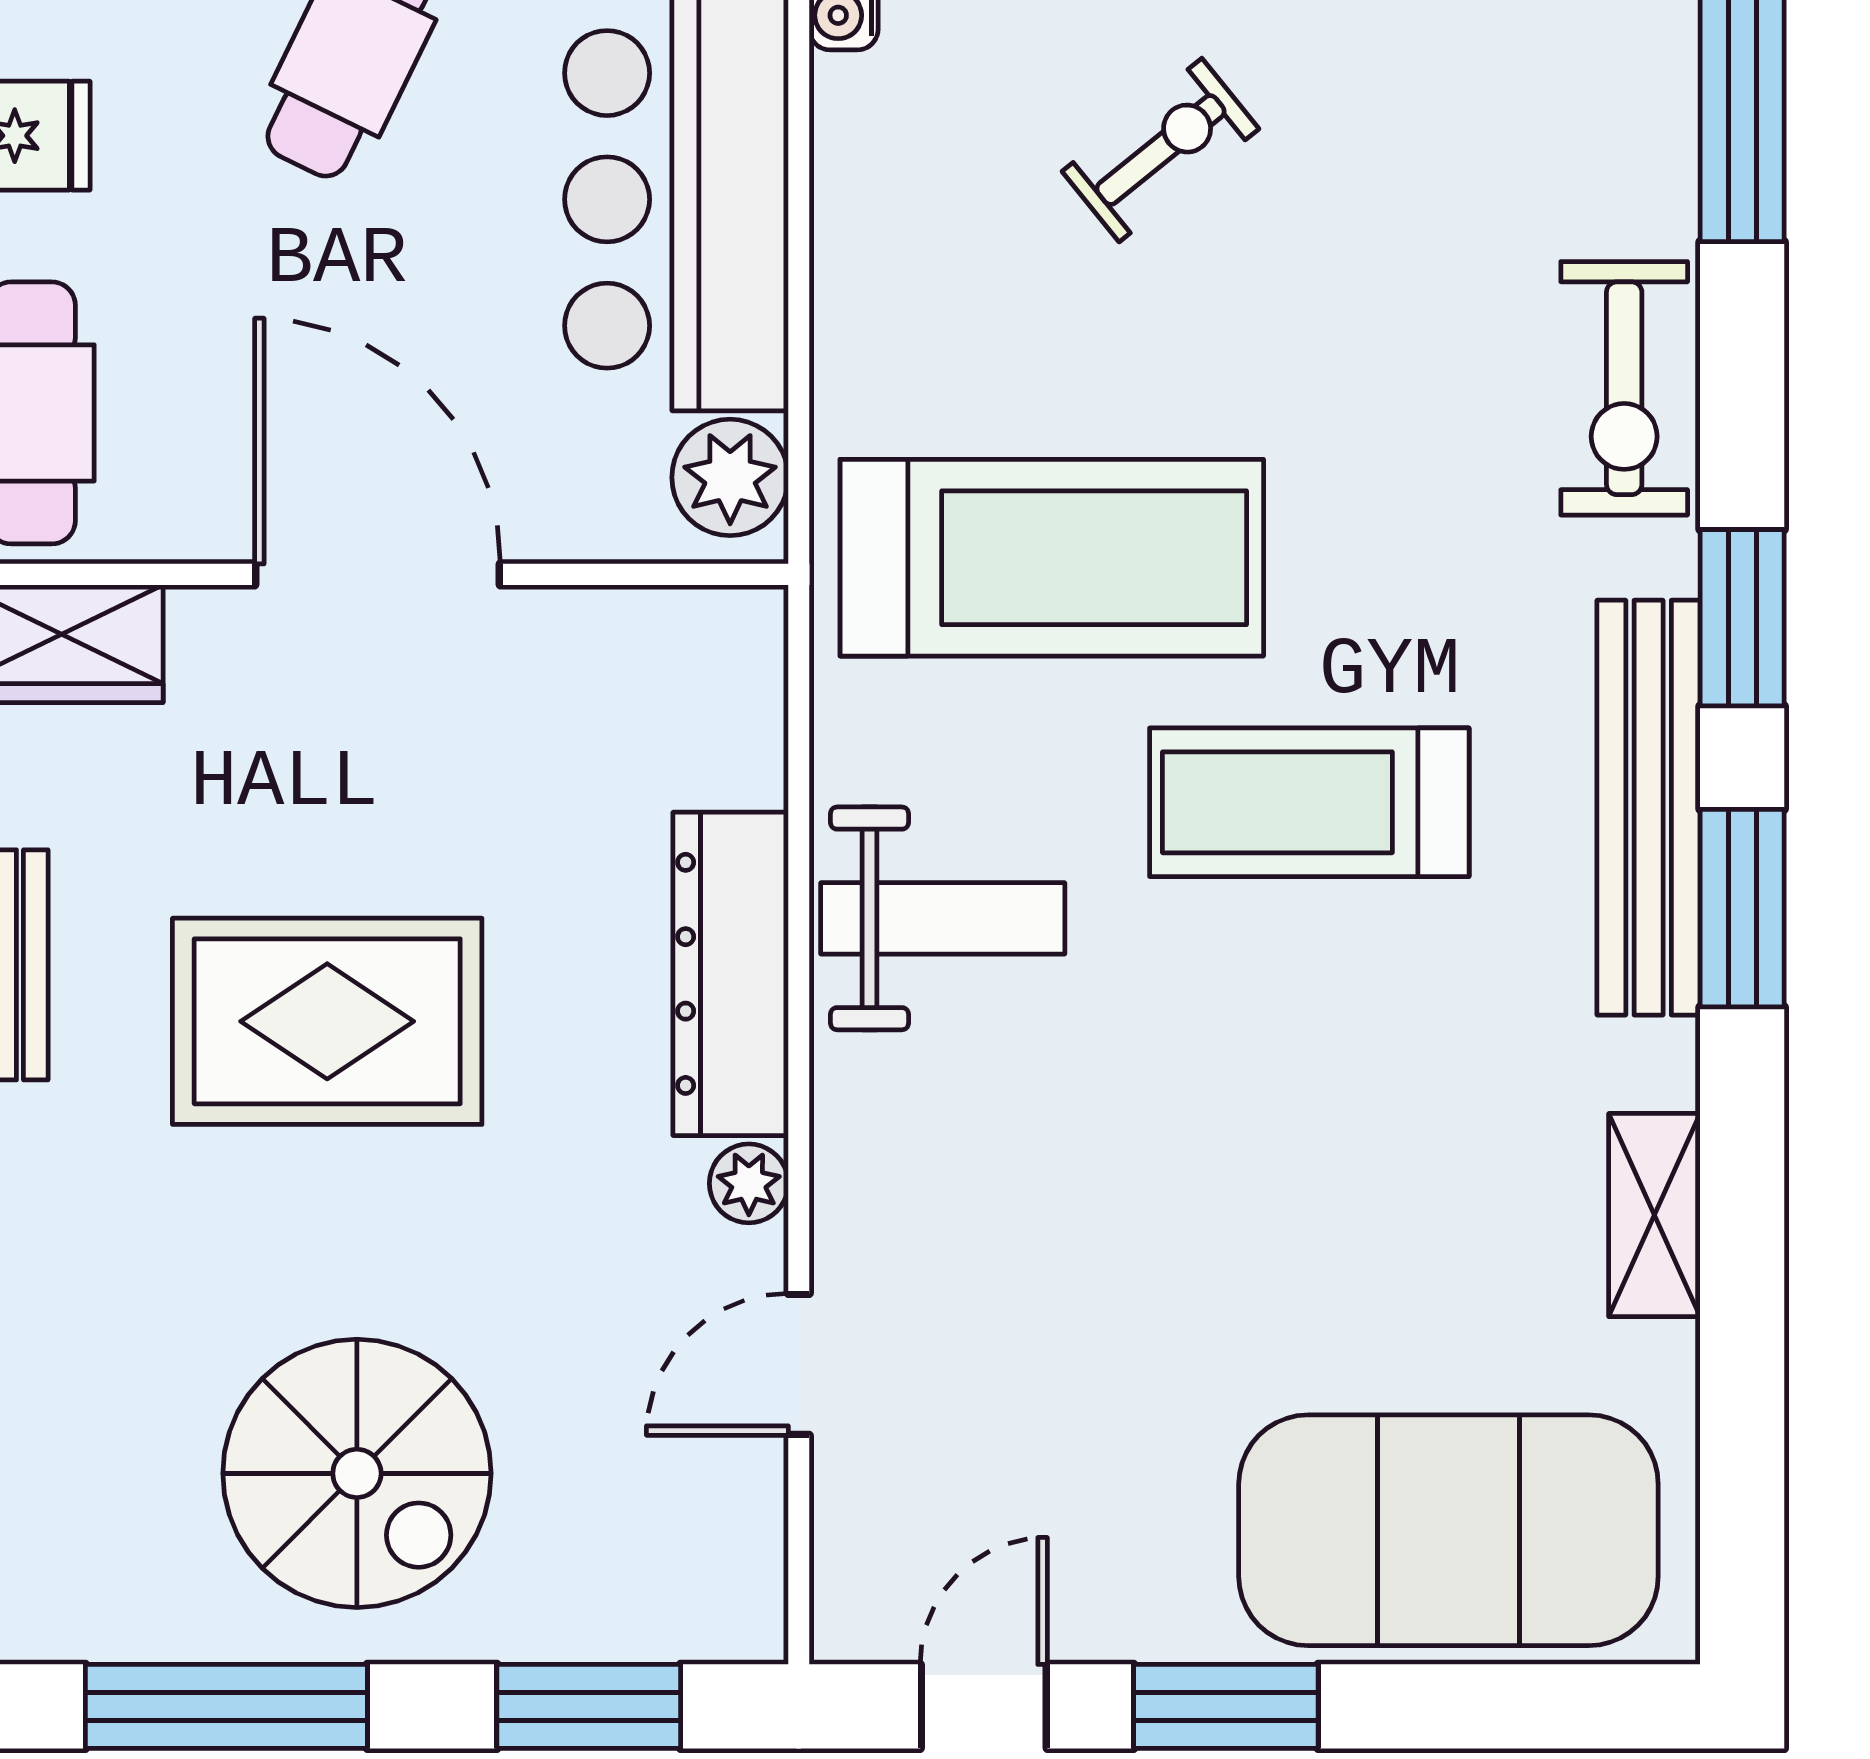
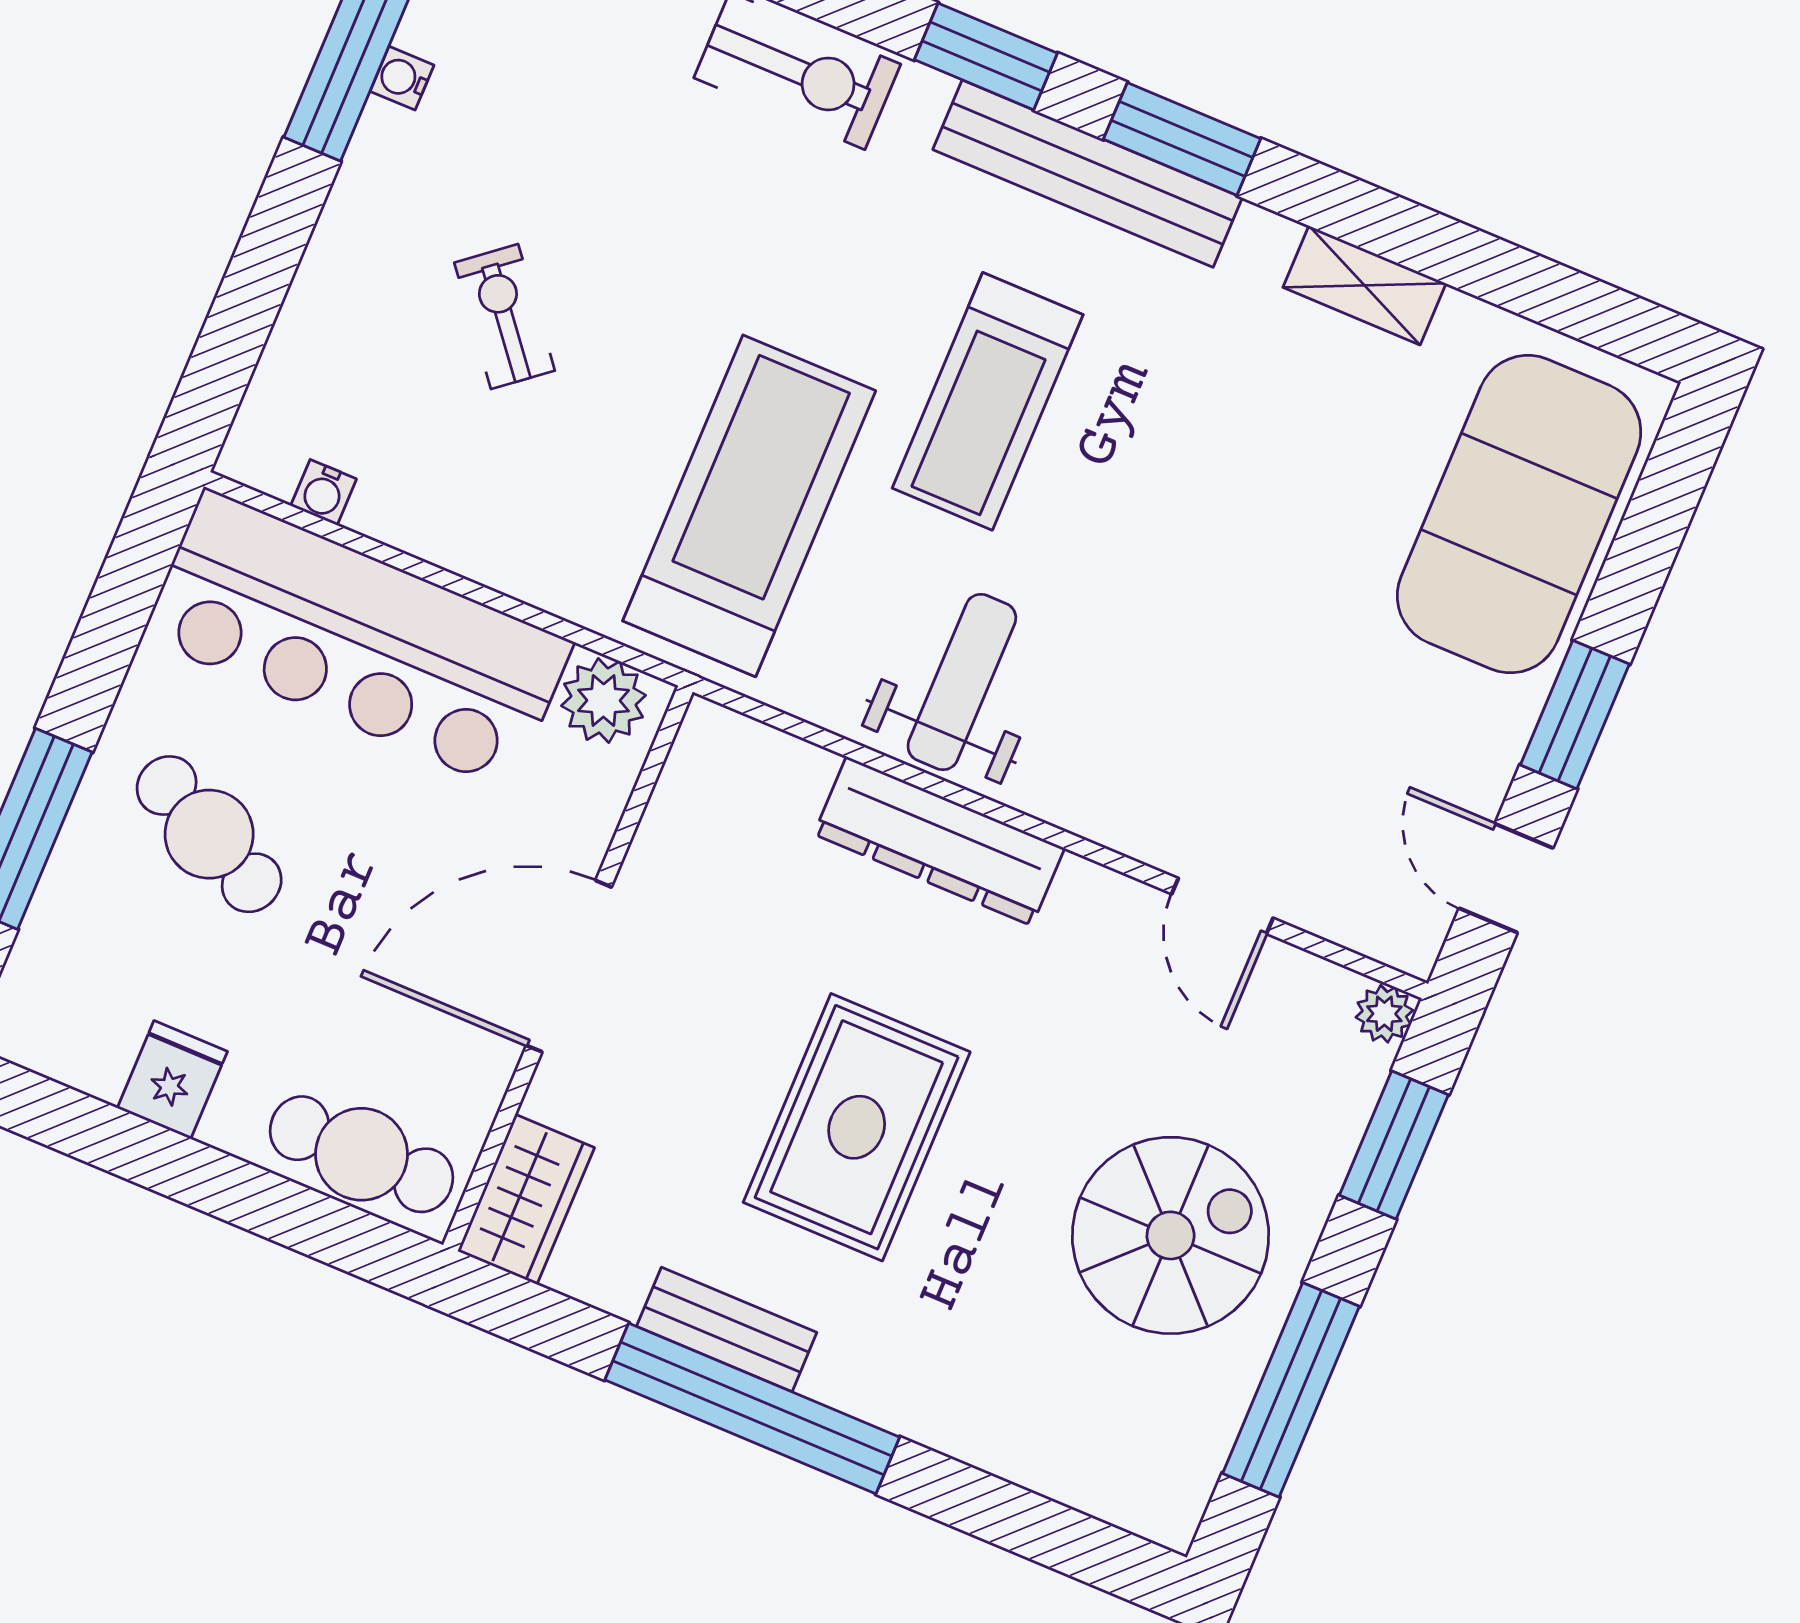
plant: (749, 1183) -> (1384, 1014), moved

